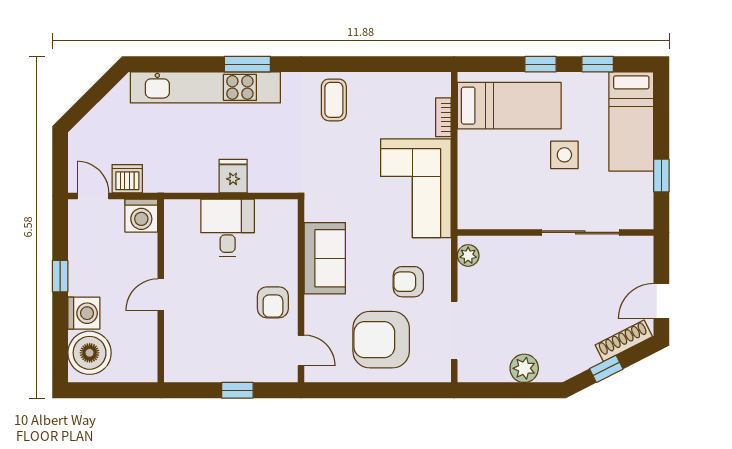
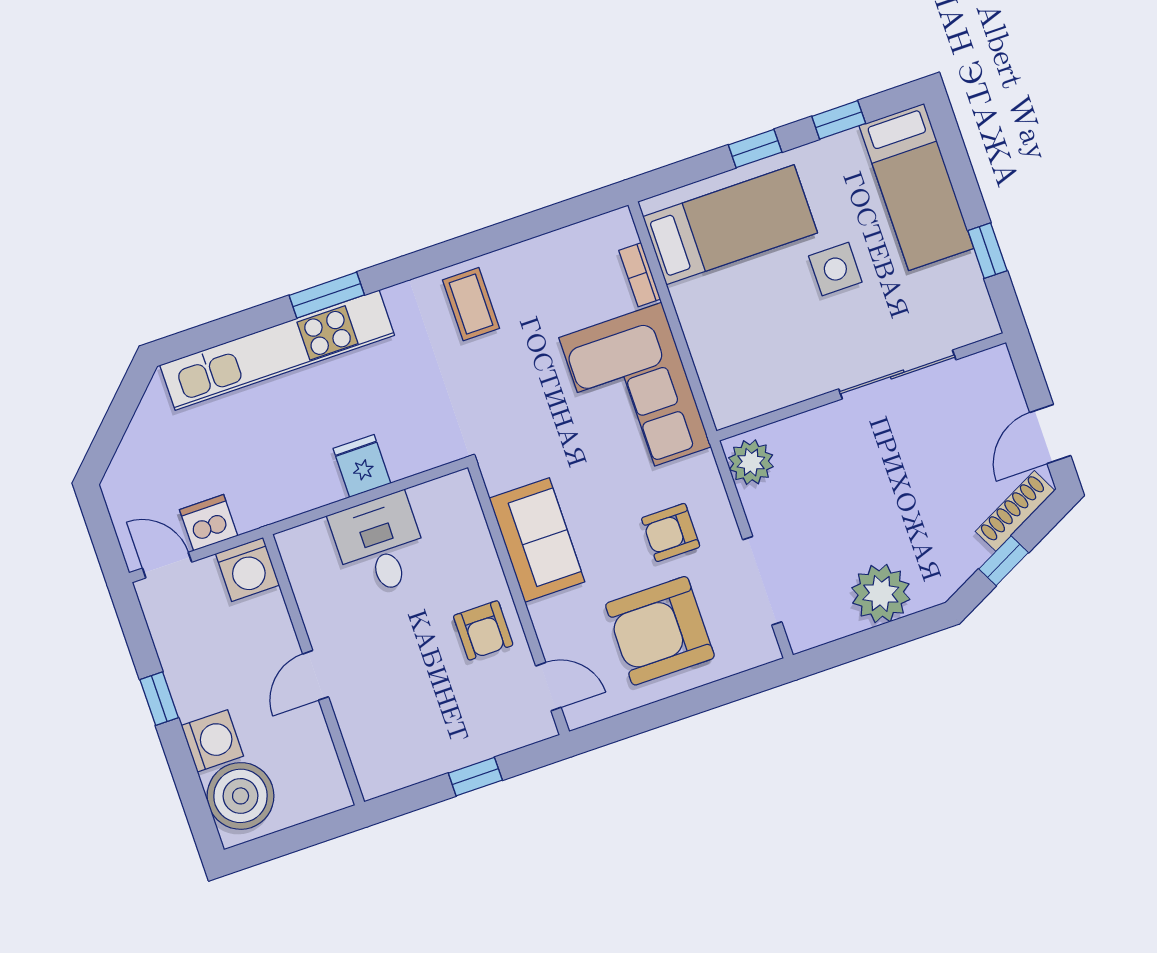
plant: (468, 255) -> (751, 462), width x1.38, depth x1.38
plant: (524, 368) -> (881, 594), width x1.36, depth x1.36

